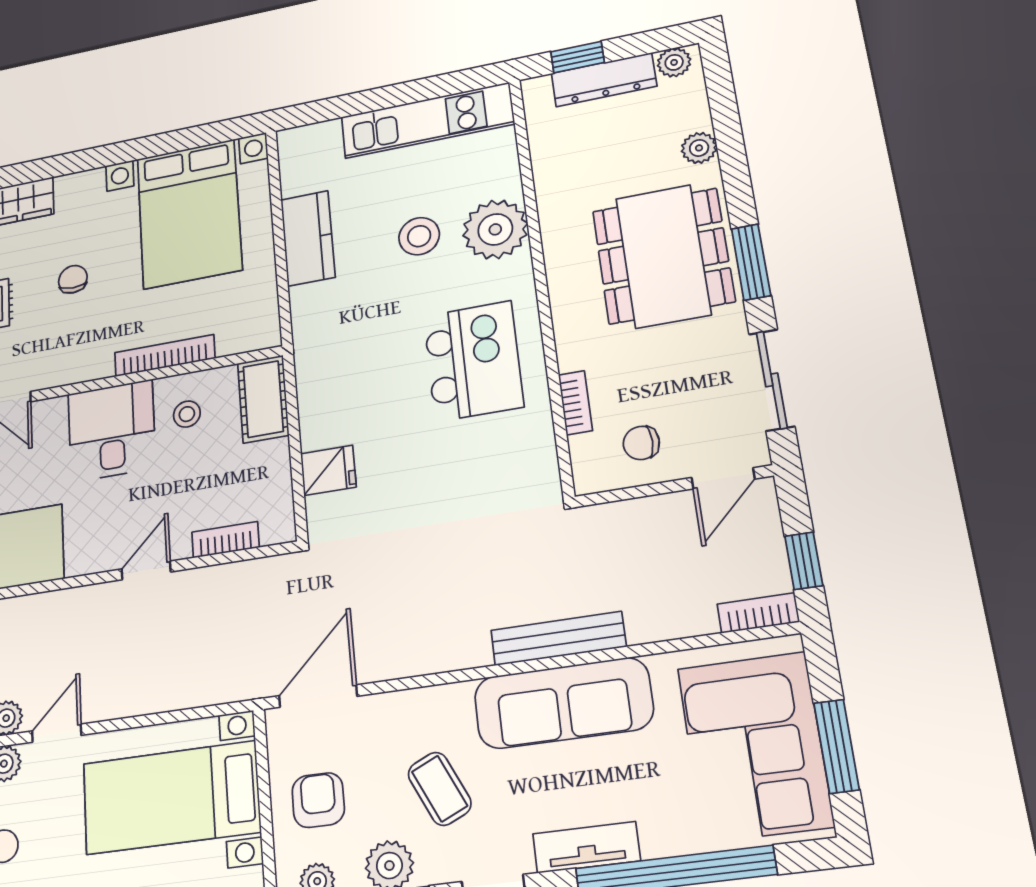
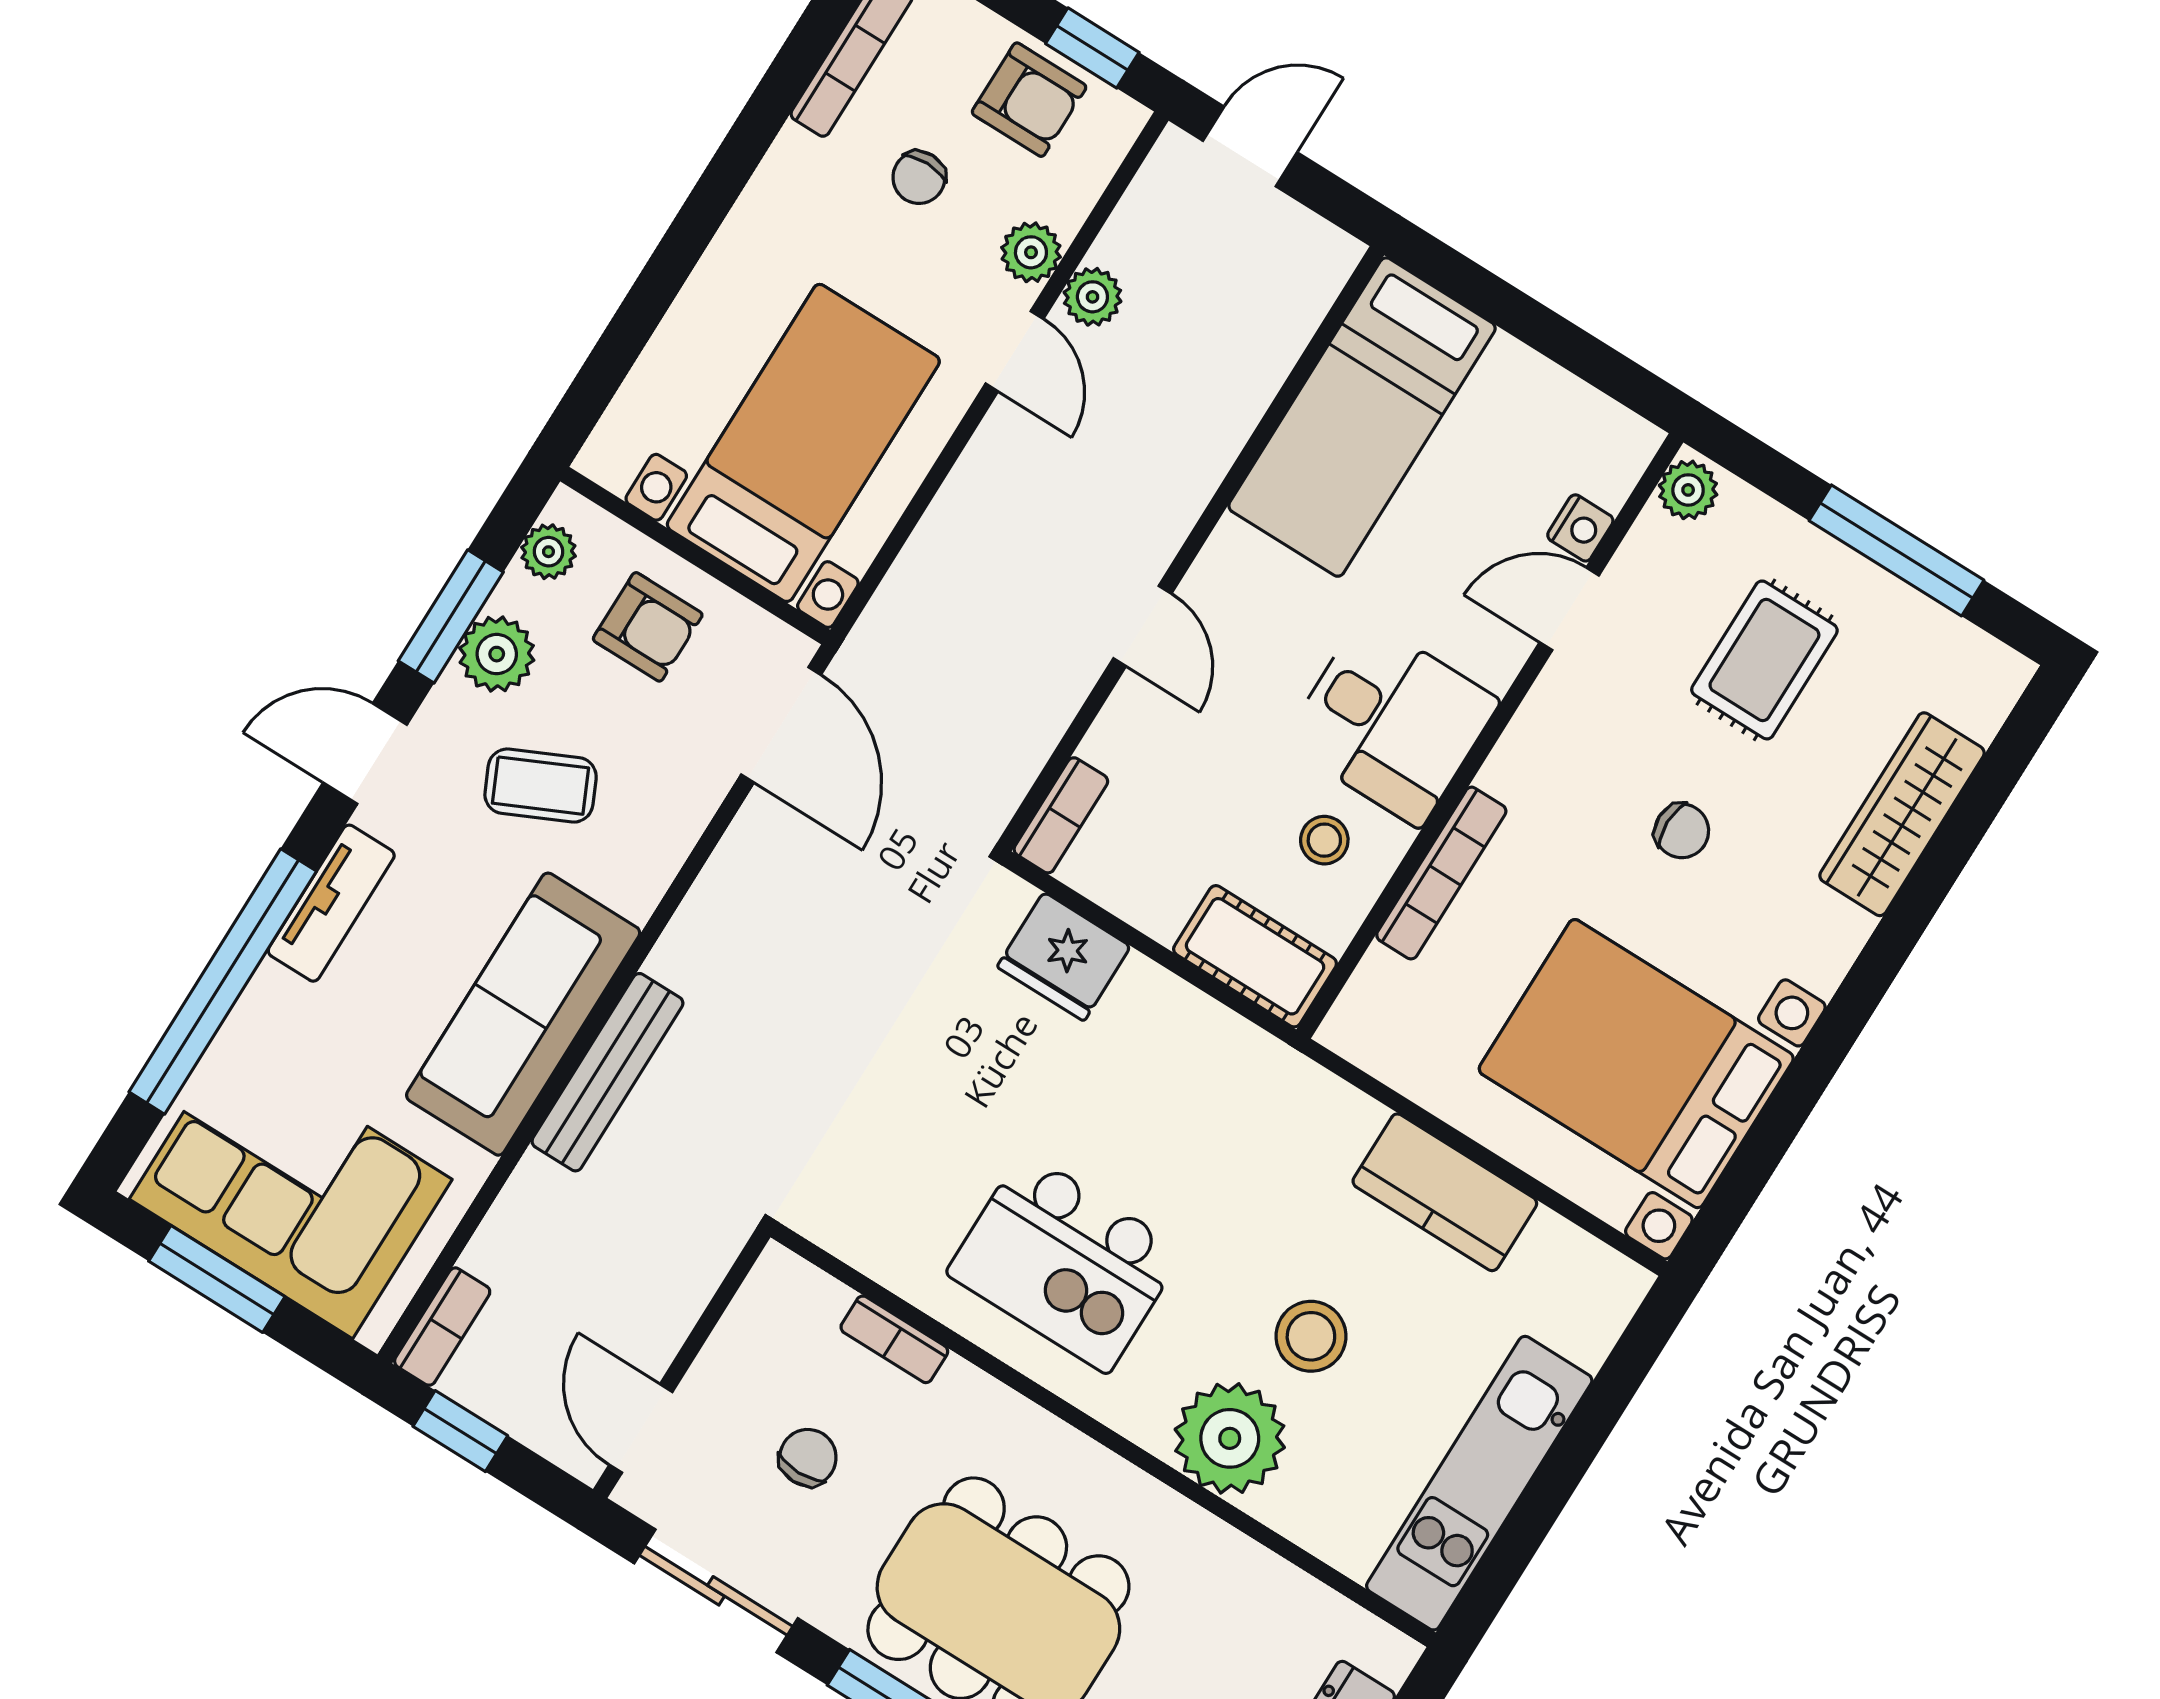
chair: (641, 443) -> (808, 1458), moved
fridge: (328, 470) -> (1064, 957), width x1.38
bookcase: (225, 540) -> (1061, 815), moved

